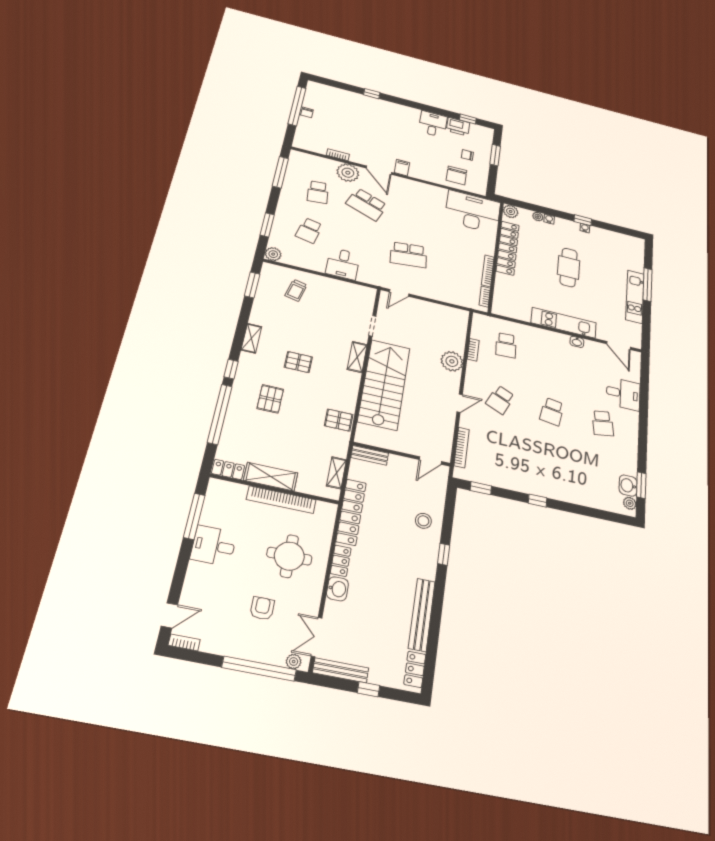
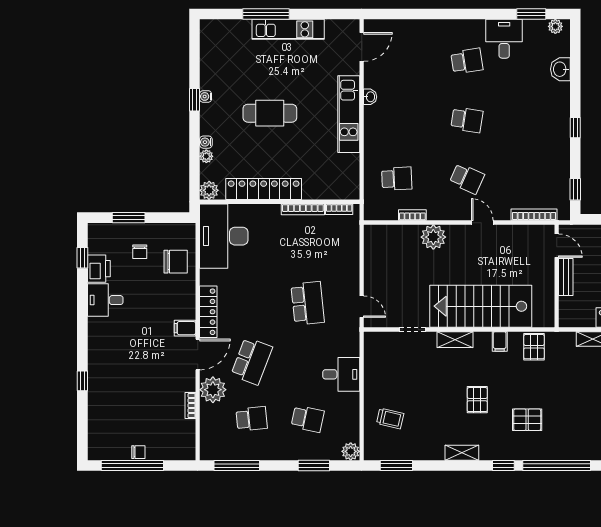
locker: (413, 186) -> (208, 312), added
filing cabinet: (349, 393) -> (500, 341), added
desk: (623, 394) -> (504, 39), moved
bench: (370, 455) -> (566, 277), moved
washbasin: (628, 486) -> (560, 69), moved, turned 90

